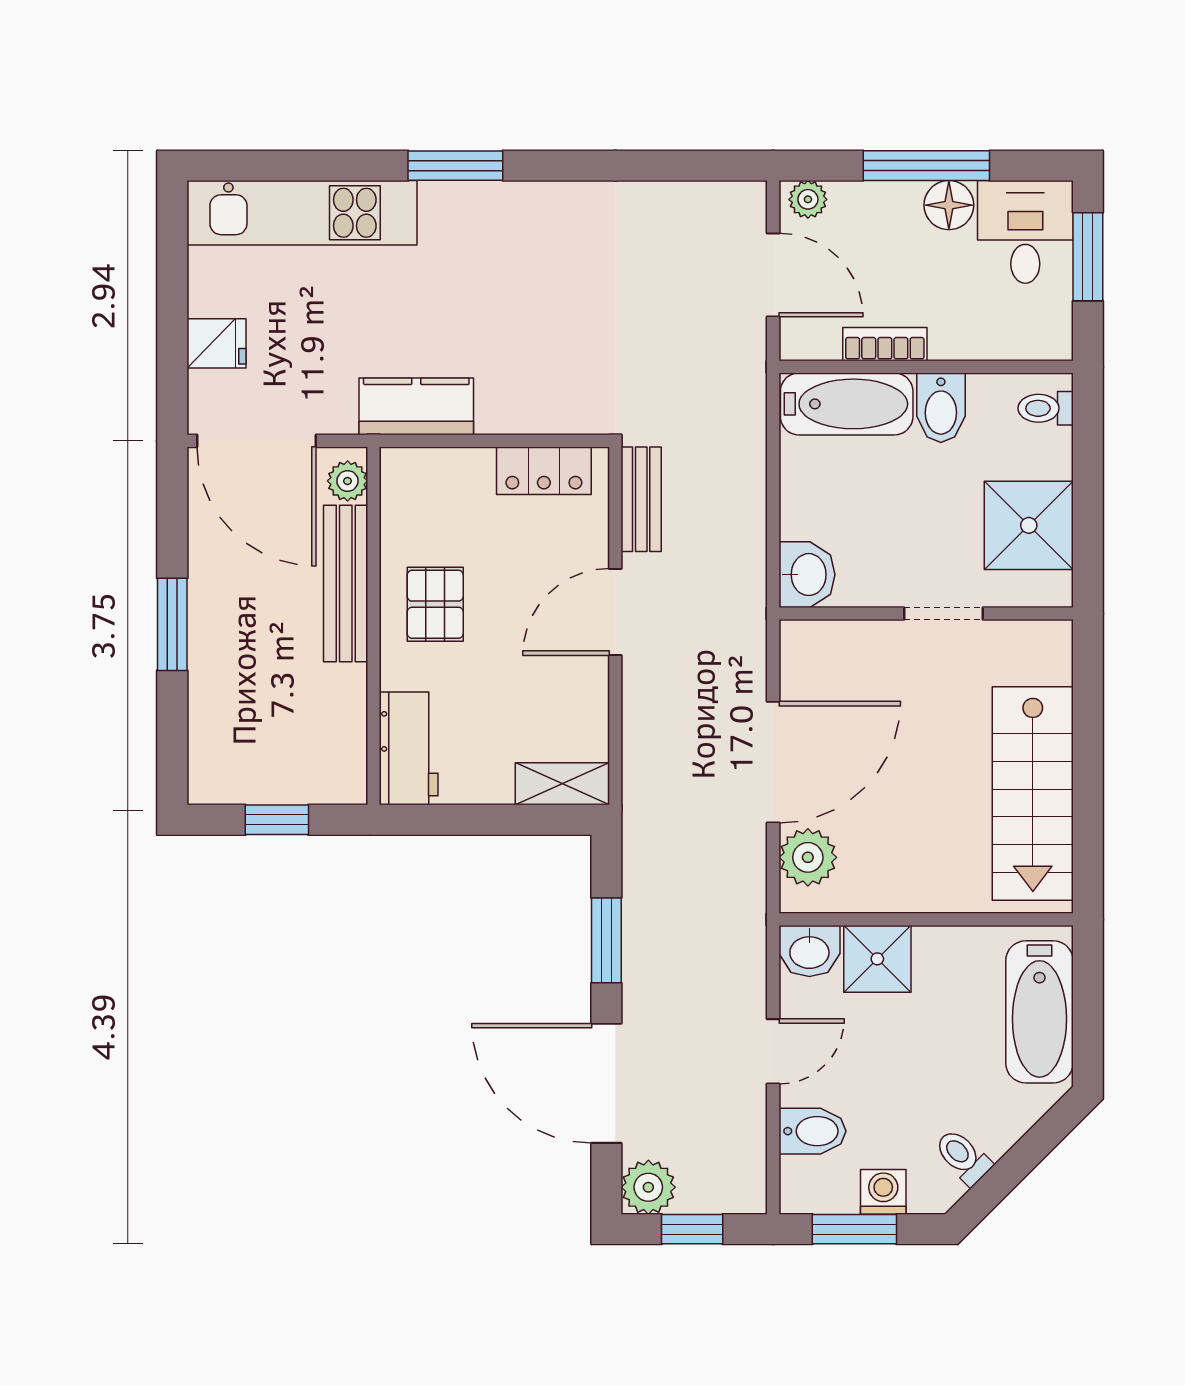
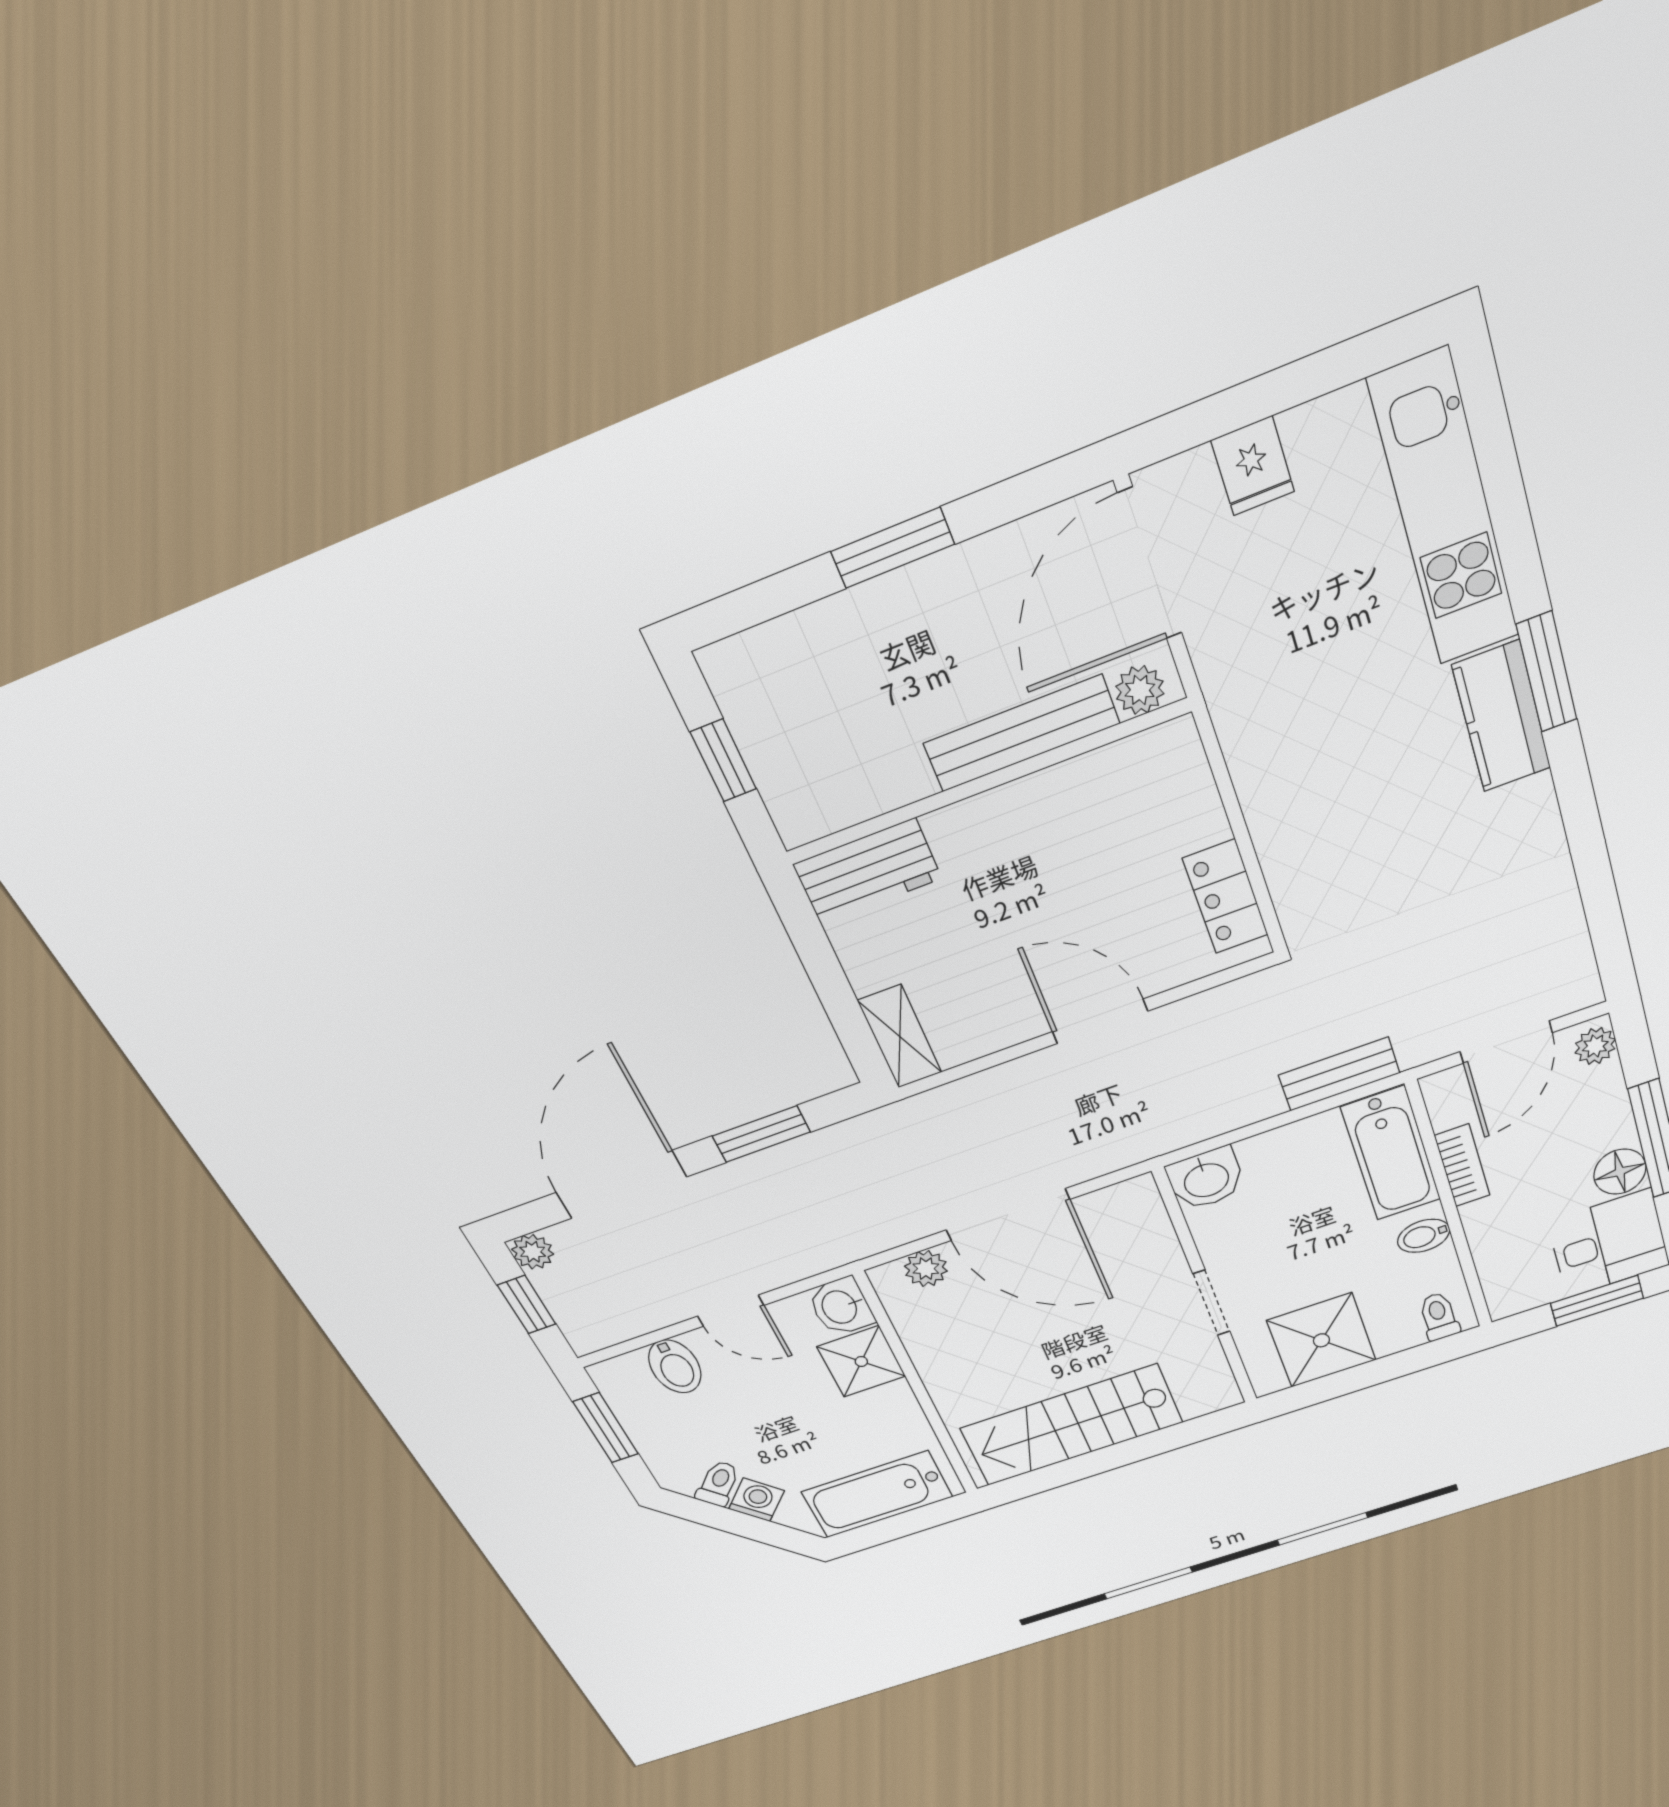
kitchen counter: (416, 406) -> (1502, 717), moved, turned 180
bidet: (941, 408) -> (1424, 1236), width x0.72, depth x0.74
bench: (641, 499) -> (1339, 1074), moved
pallet: (435, 604) -> (1037, 839), removed
plant: (808, 857) -> (926, 1269), width x0.73, depth x0.73
plant: (648, 1187) -> (533, 1252), width x0.73, depth x0.73
washing machine: (883, 1192) -> (757, 1500), moved, turned -45

